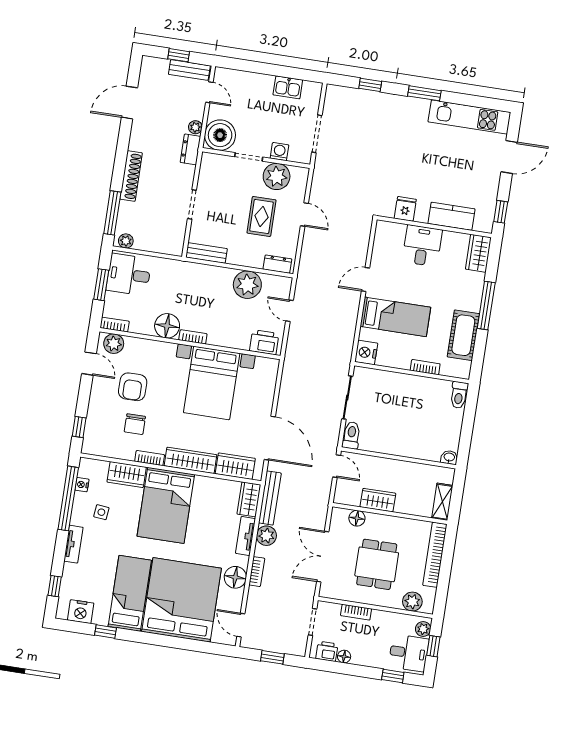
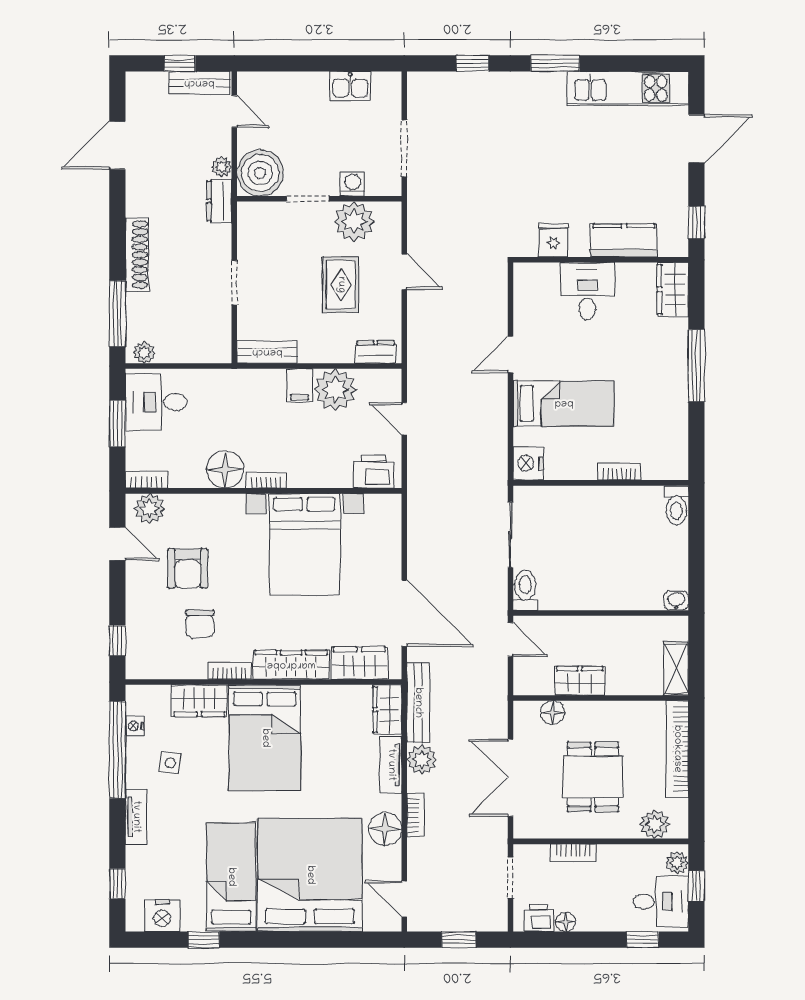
filing cabinet: (224, 278) -> (300, 385), added
cot: (463, 335) -> (669, 415), removed

